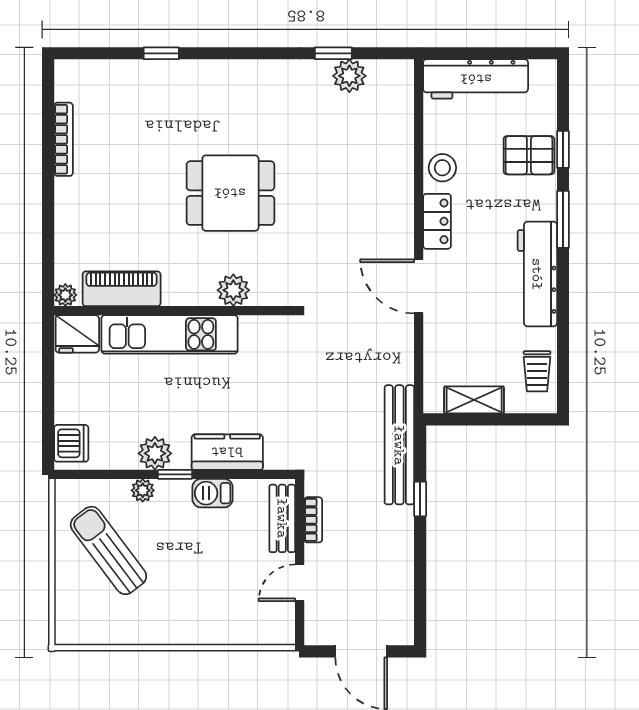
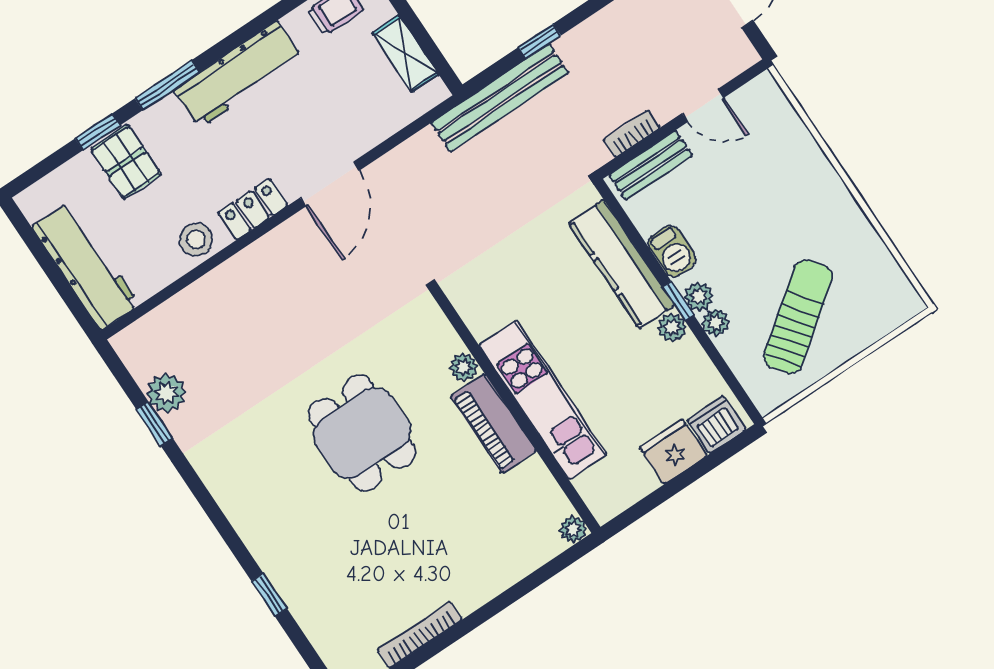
piano: (122, 289) -> (493, 424), moved
plant: (233, 290) -> (464, 367), width x0.73, depth x0.73
fridge: (77, 334) -> (673, 452), moved, turned -90
kitchen counter: (227, 452) -> (621, 264), width x1.50
plant: (155, 453) -> (672, 328), width x0.73, depth x0.73
plant: (169, 491) -> (699, 296), added
sun lounger: (108, 550) -> (798, 317), turned 180

